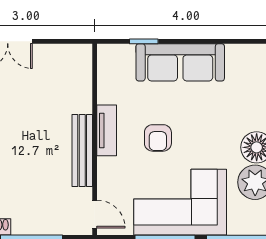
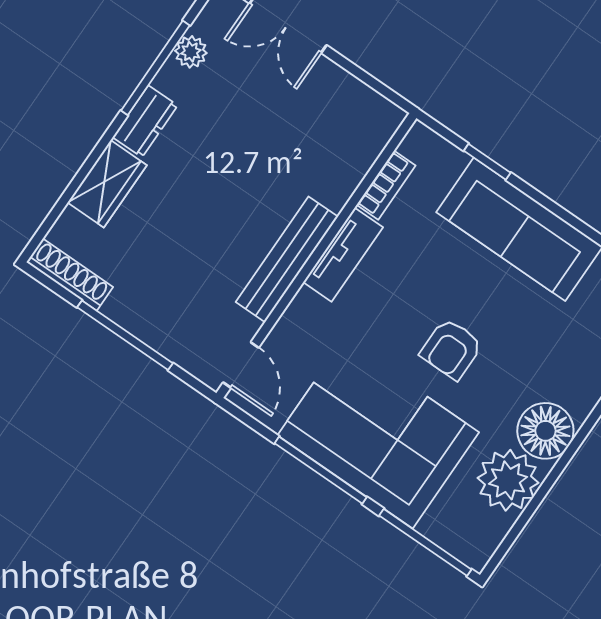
bookcase: (104, 85) -> (386, 185), added
armchair: (158, 138) -> (451, 349), moved

